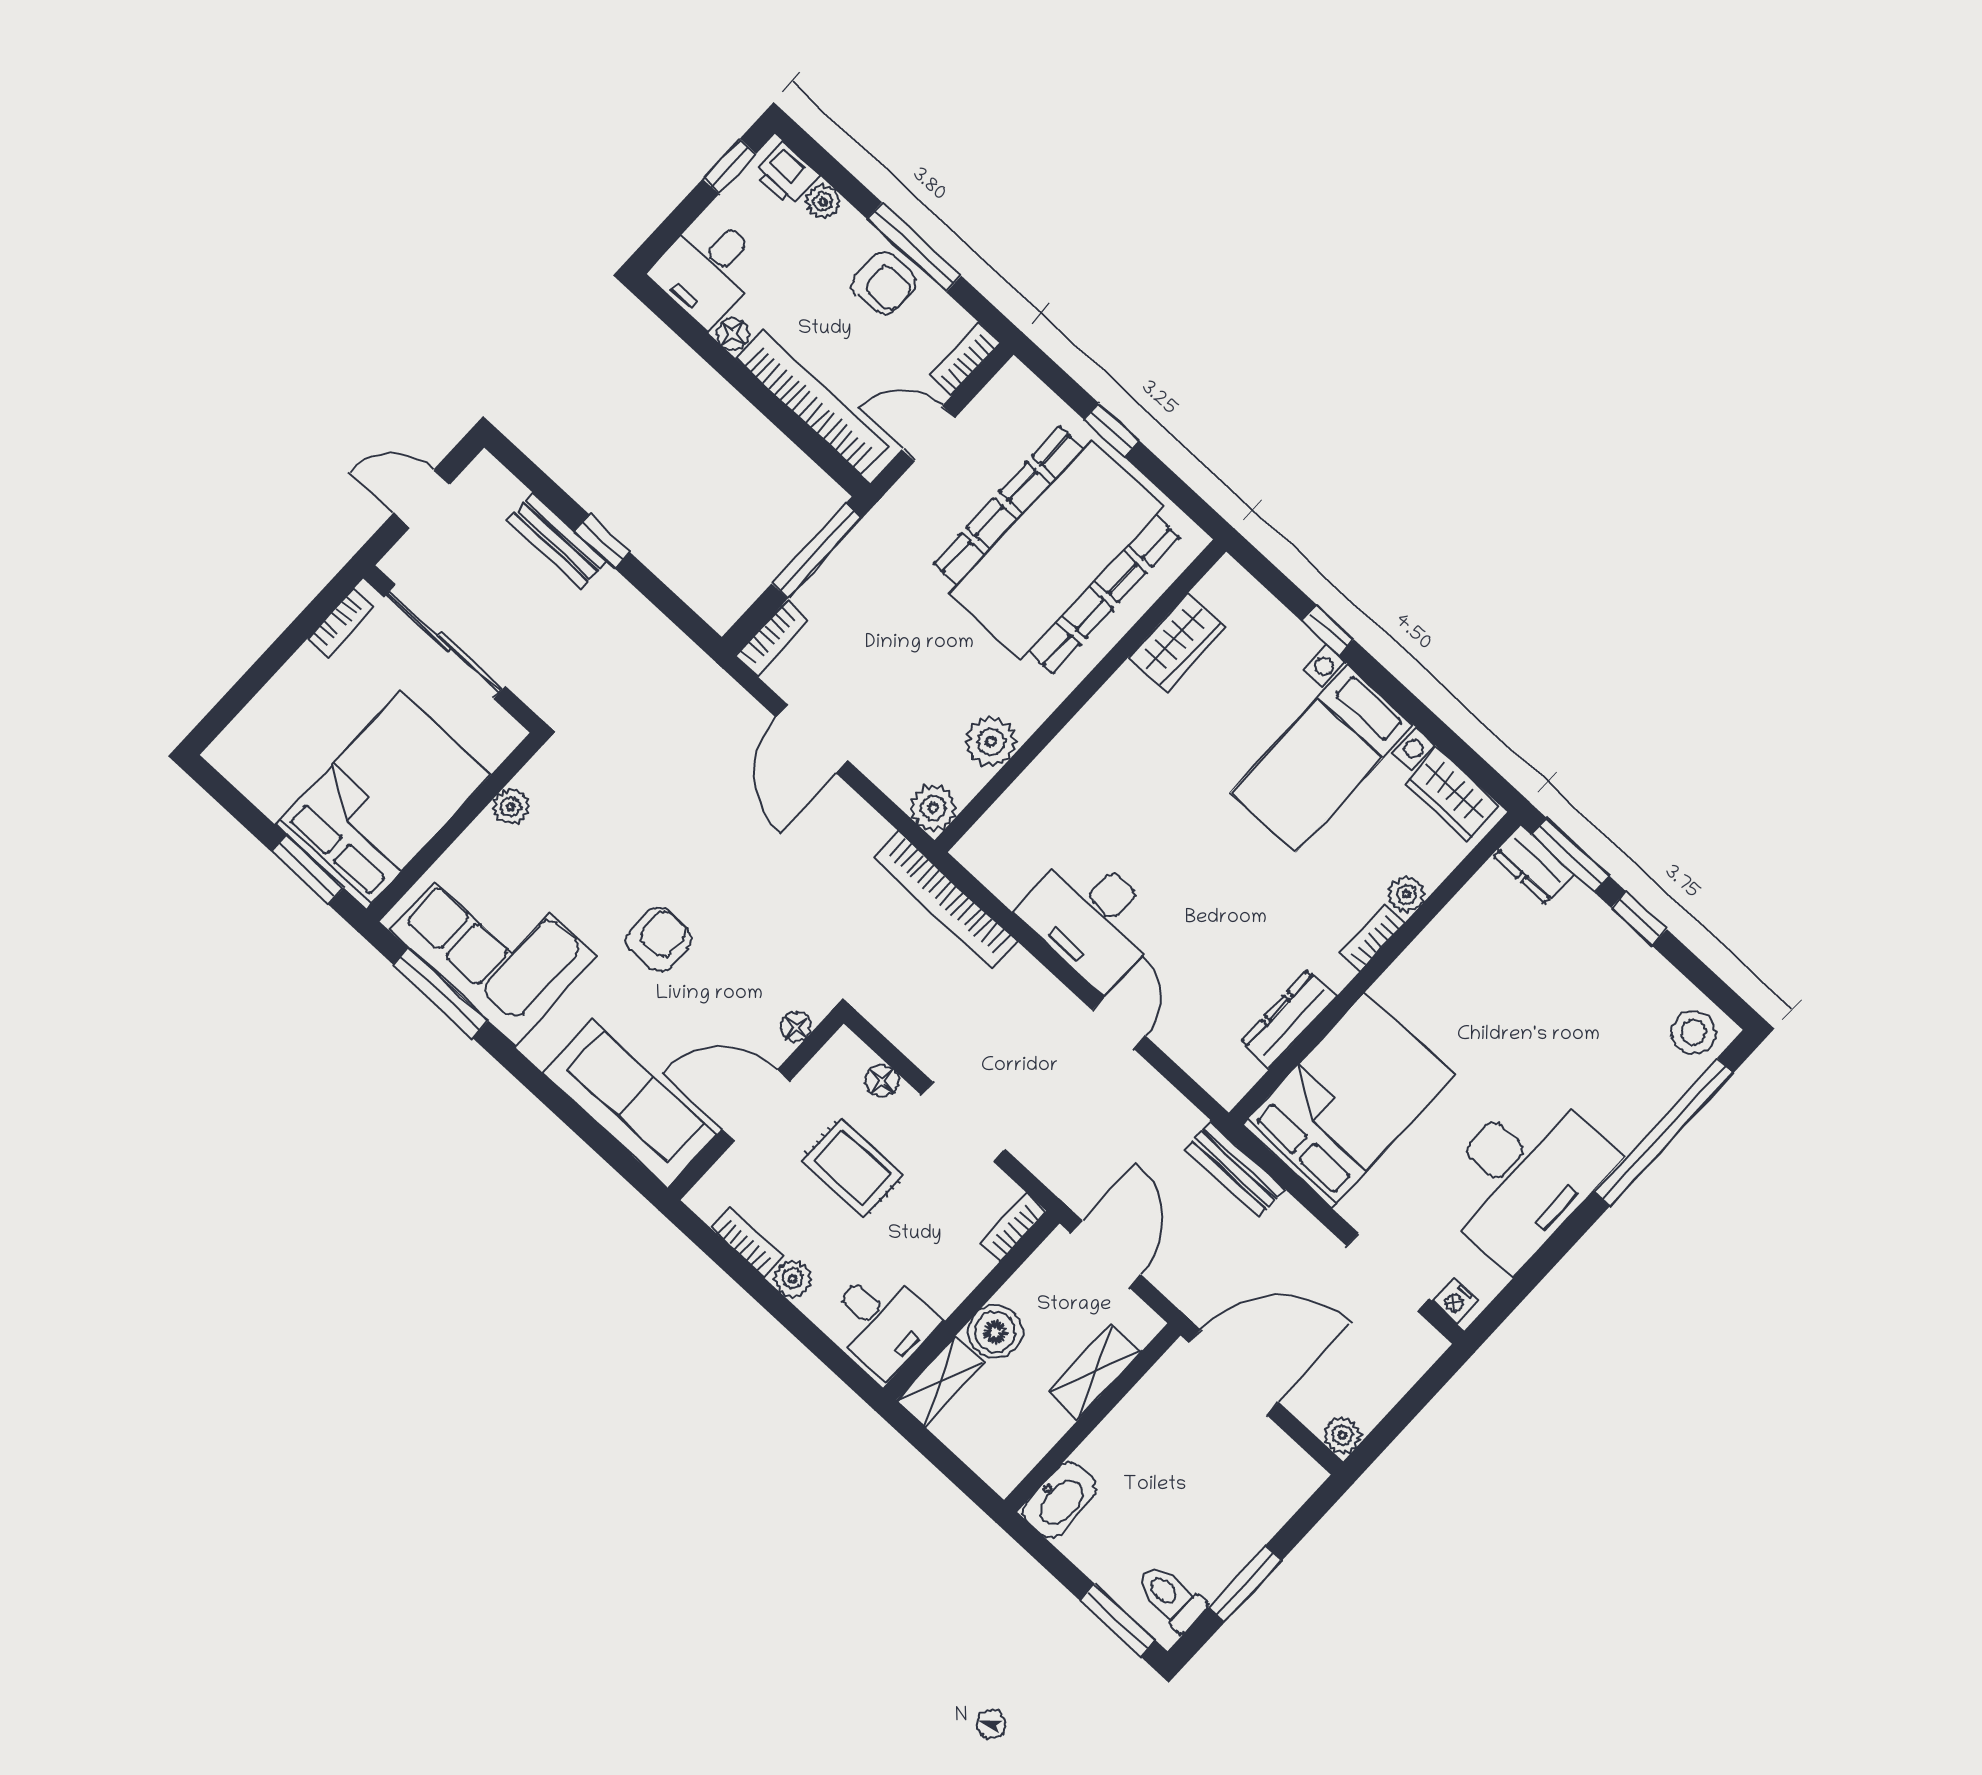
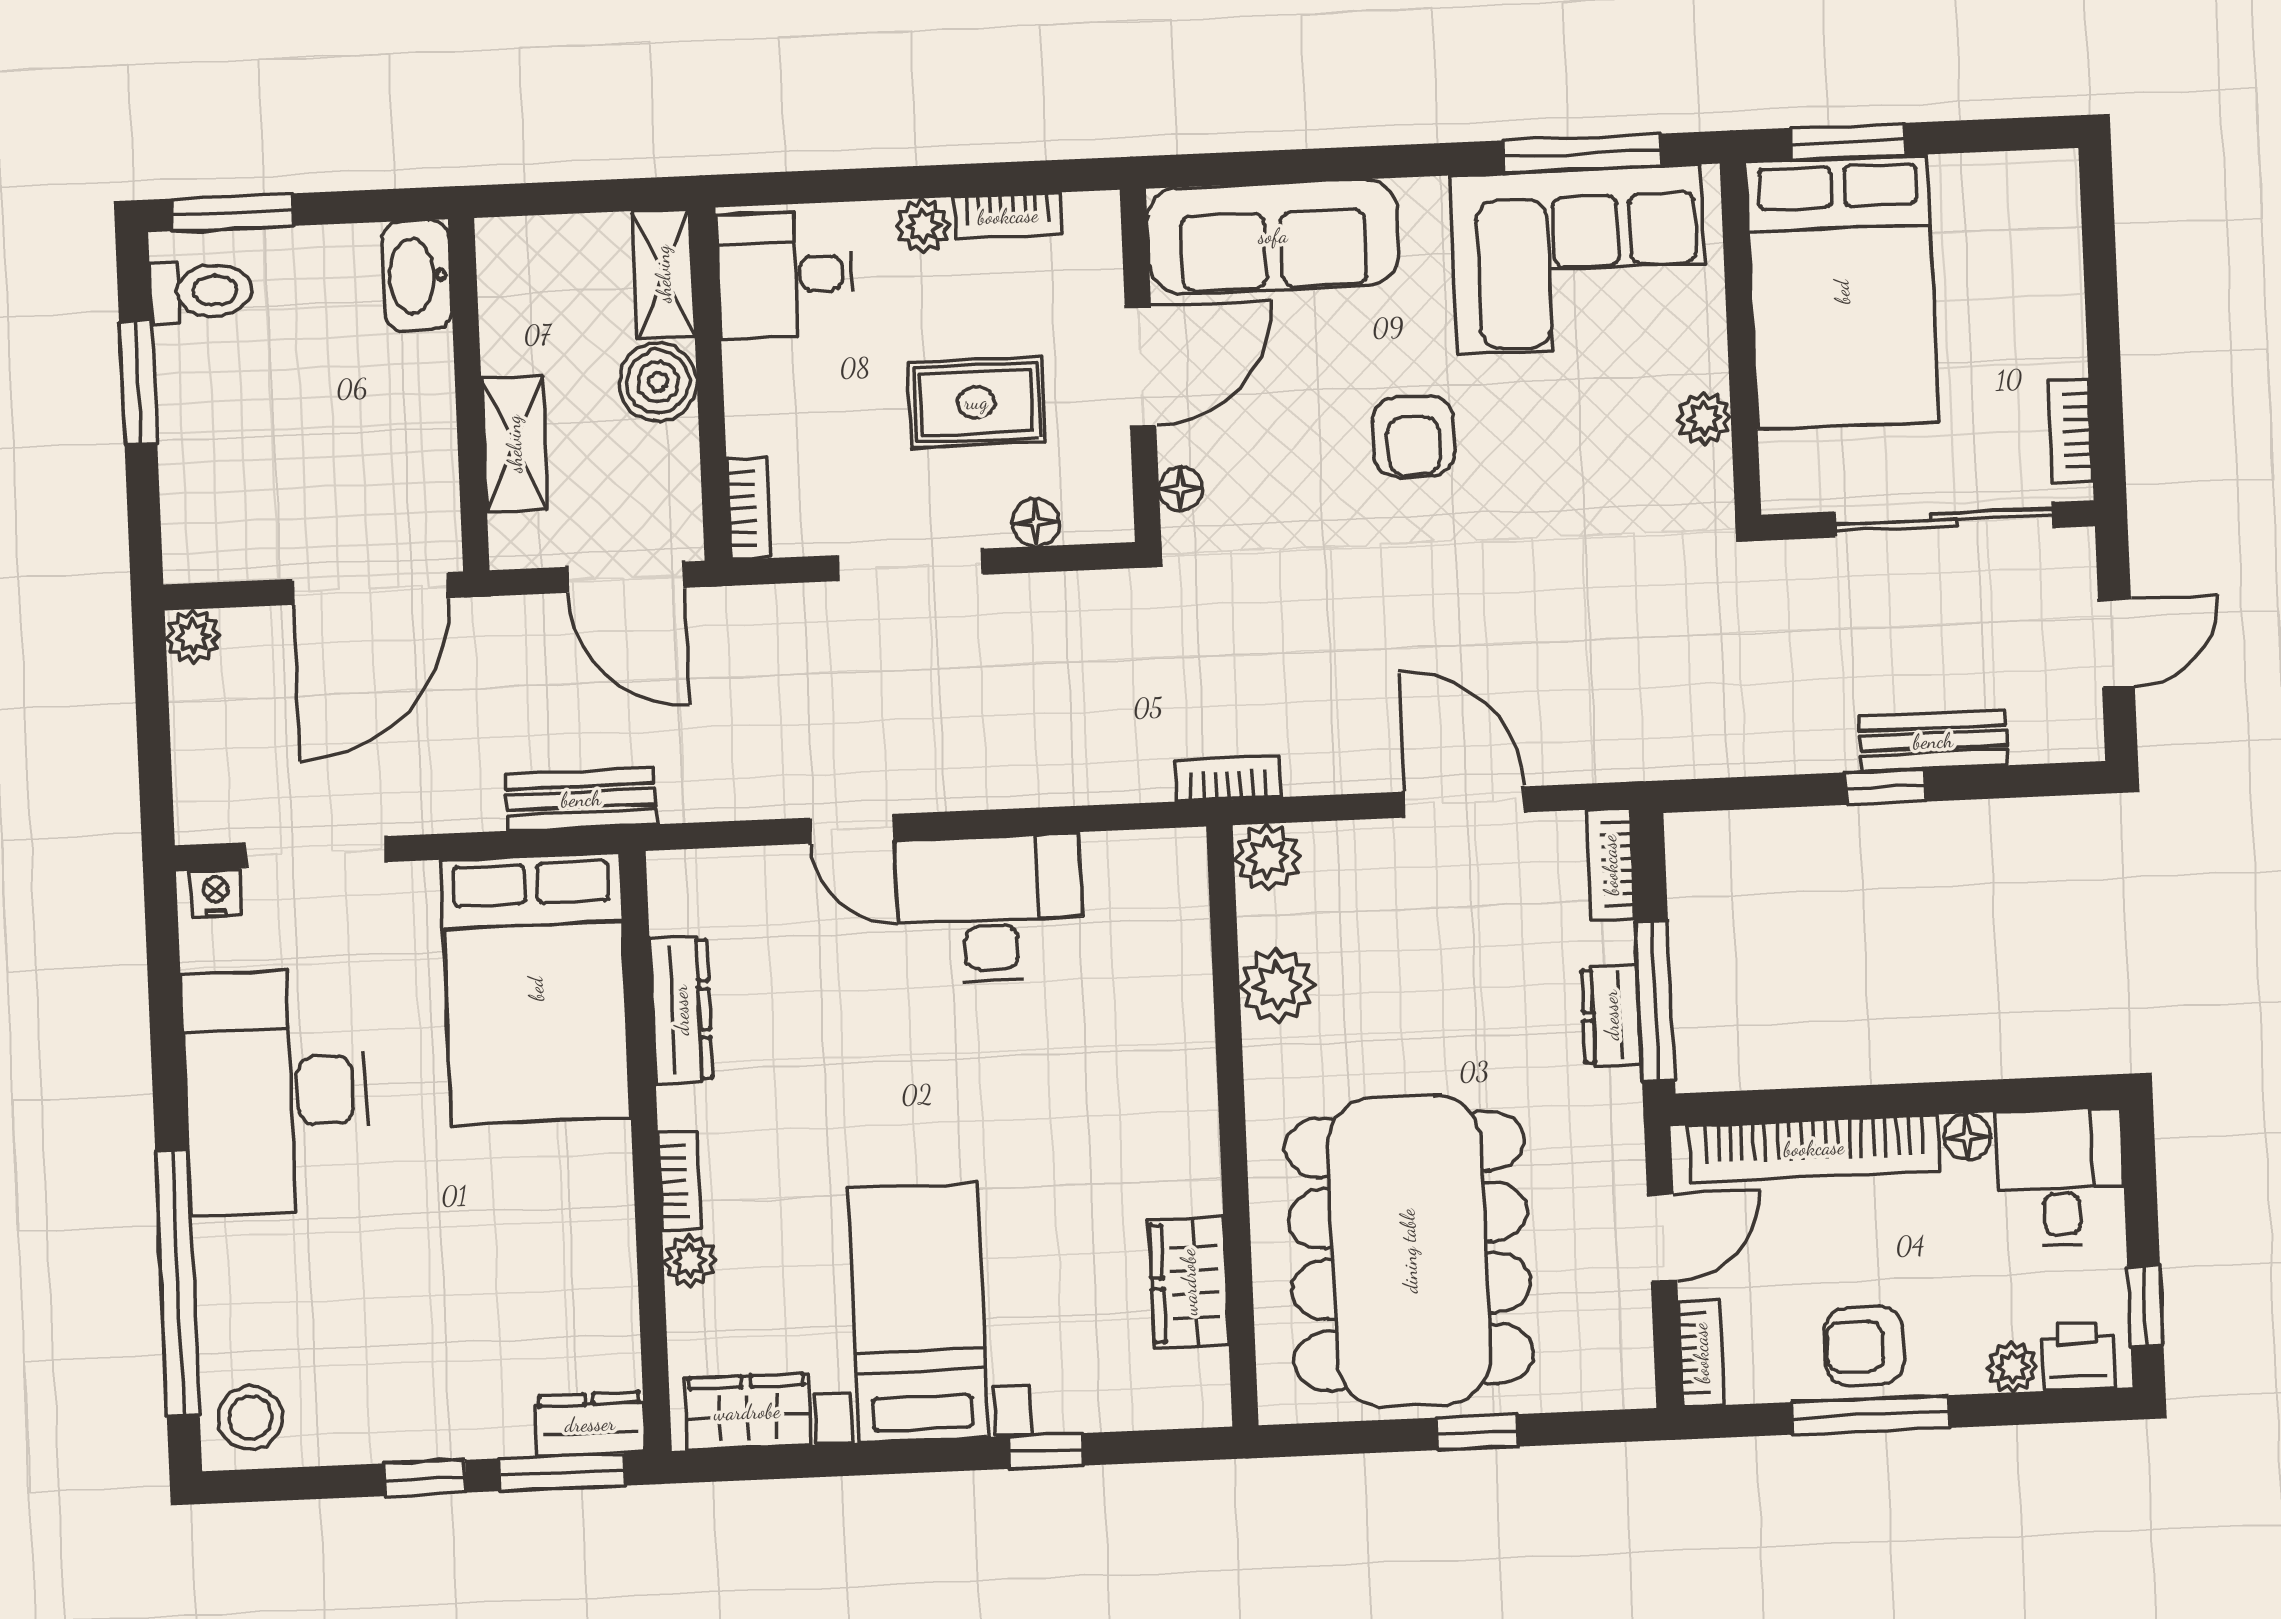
dresser: (845, 565) -> (1611, 1015), added
bookcase: (945, 899) -> (1228, 779), width x0.43, depth x0.76

